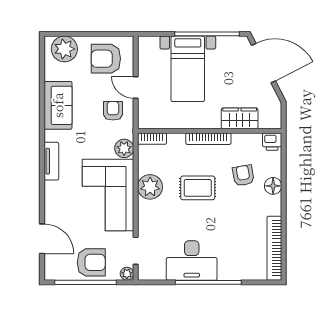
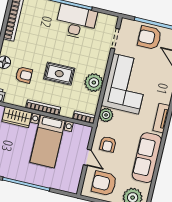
armchair: (106, 59) -> (104, 183), turned 180
bed with nightstands: (188, 69) -> (48, 141), moved, turned 180
sofa: (58, 105) -> (147, 158), width x1.36
armchair: (243, 175) -> (24, 75), turned -80
plant: (127, 274) -> (125, 23), removed

